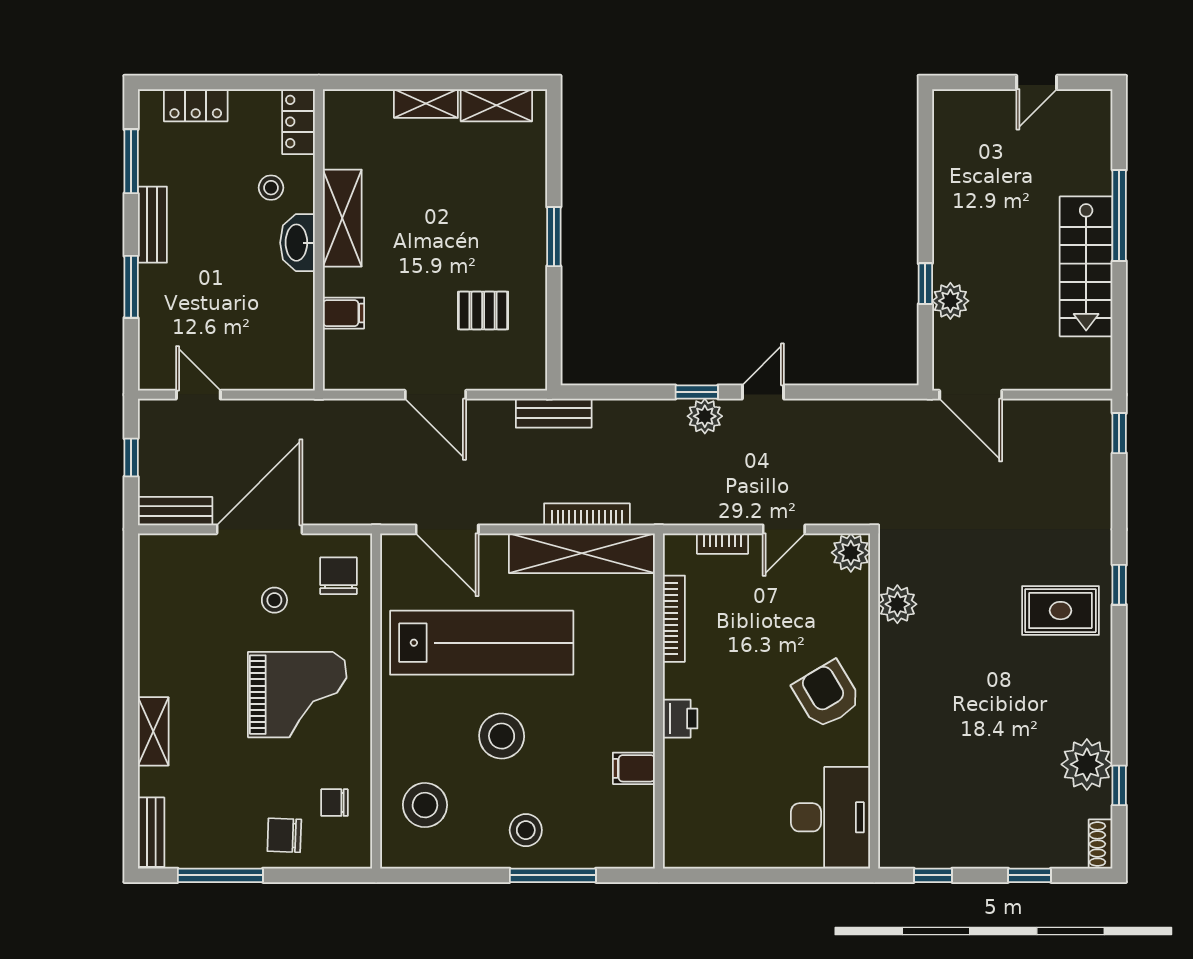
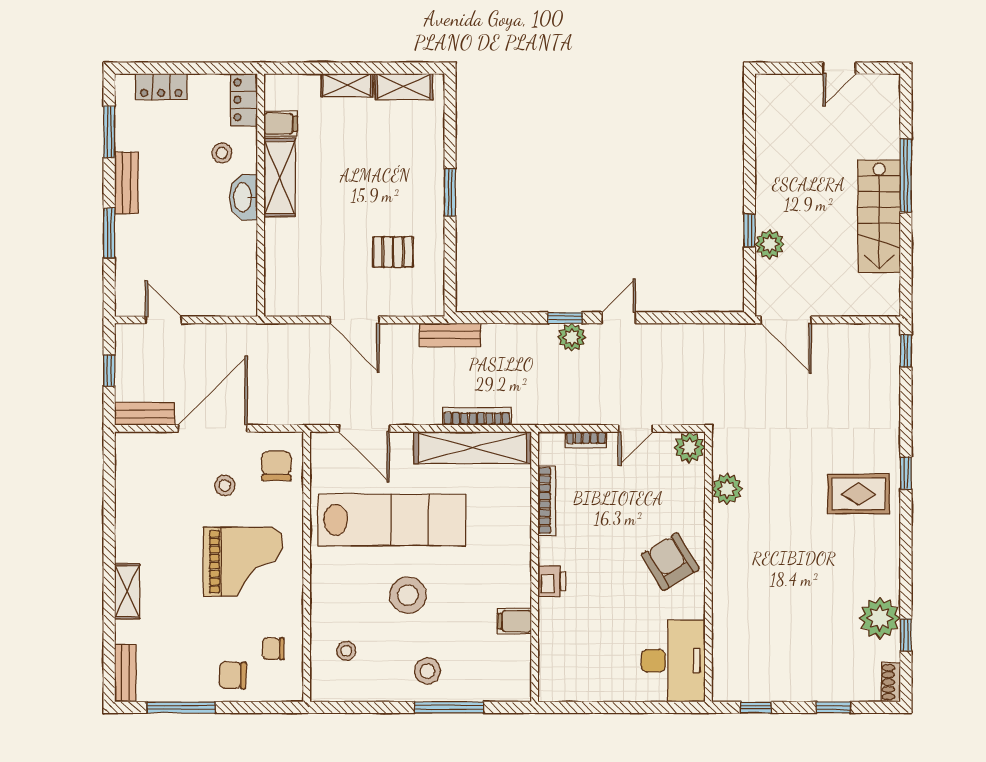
filing cabinet: (344, 313) -> (280, 124), moved
stool: (425, 805) -> (346, 651), width x0.53, depth x0.53

